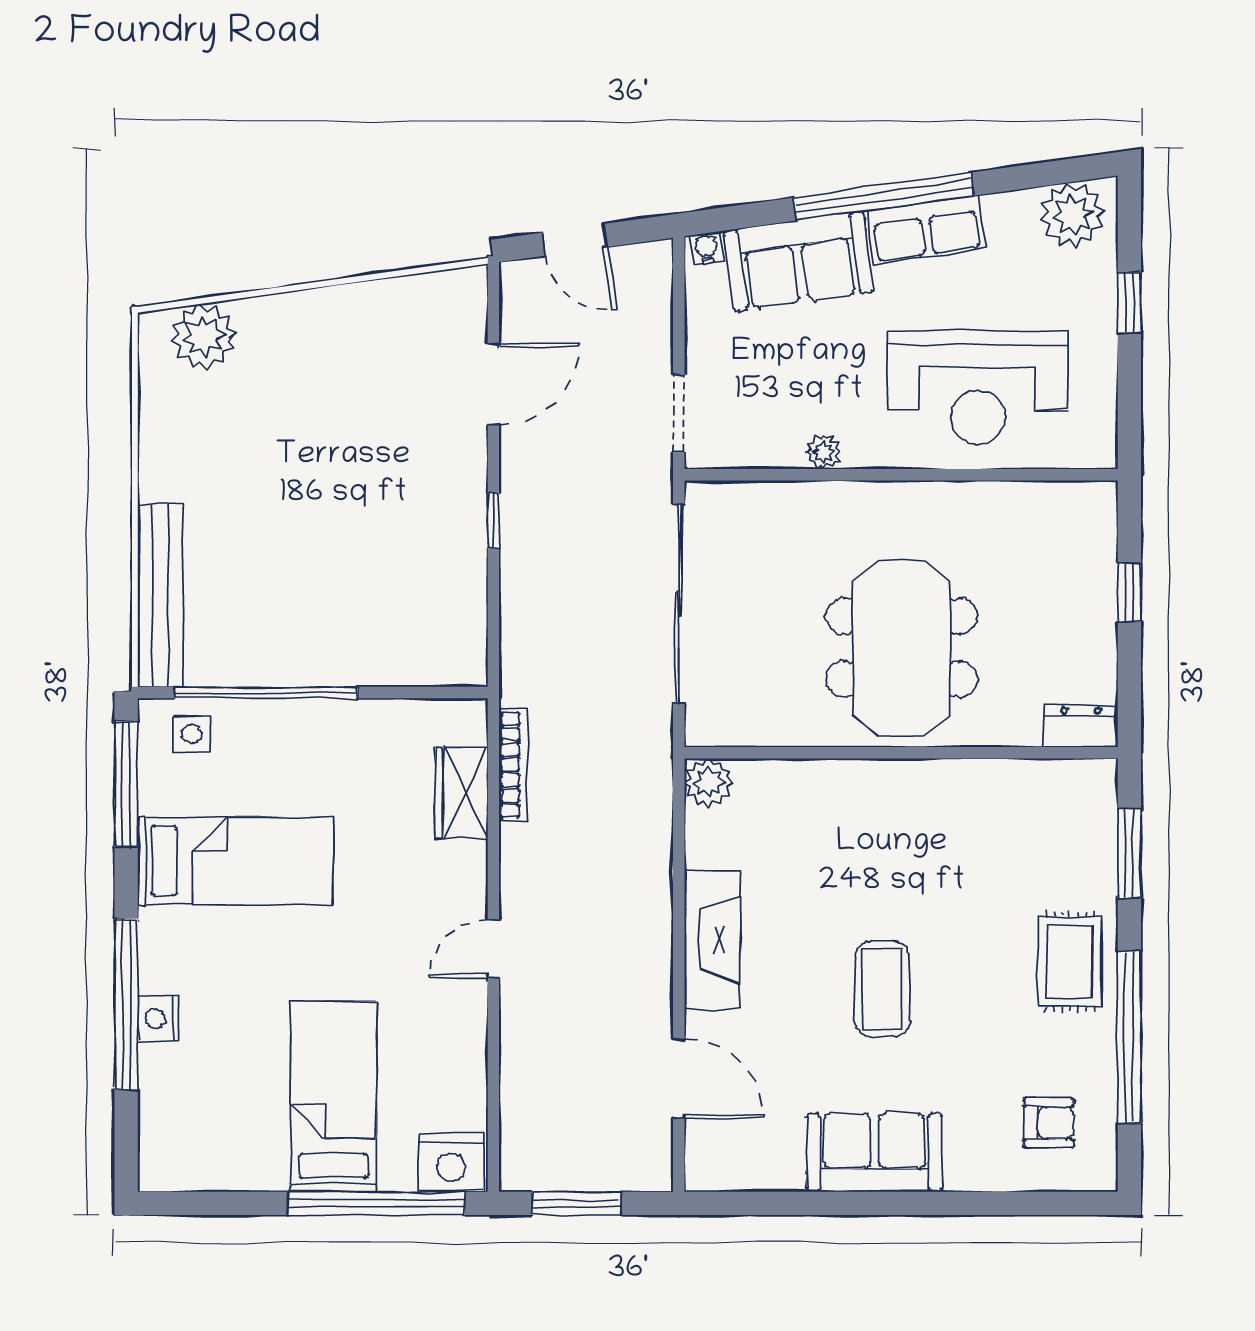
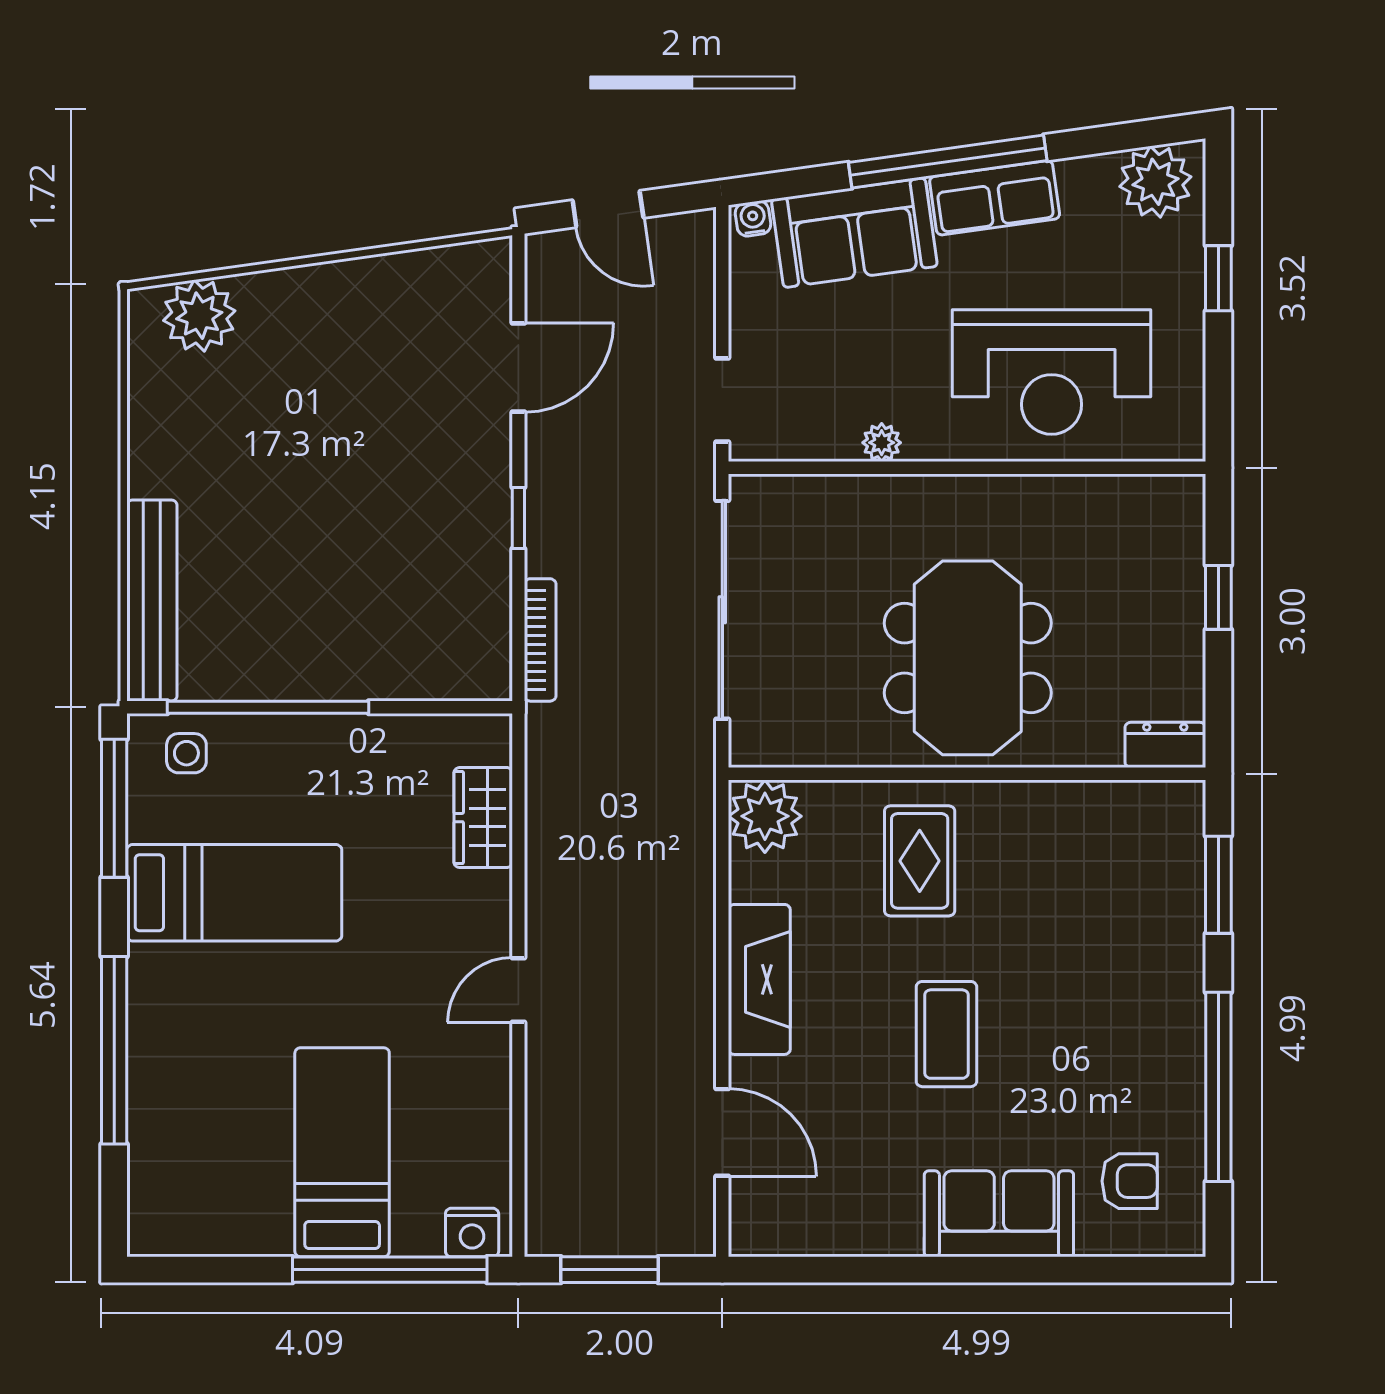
bookcase: (513, 765) -> (540, 640), moved
plant: (709, 783) -> (765, 816), width x1.36, depth x1.36
rug: (1070, 962) -> (920, 861), moved
nightstand: (158, 1019) -> (150, 1066), removed
sofa: (875, 1153) -> (999, 1214), moved
nightstand: (451, 1162) -> (472, 1233), width x0.74, depth x0.75

